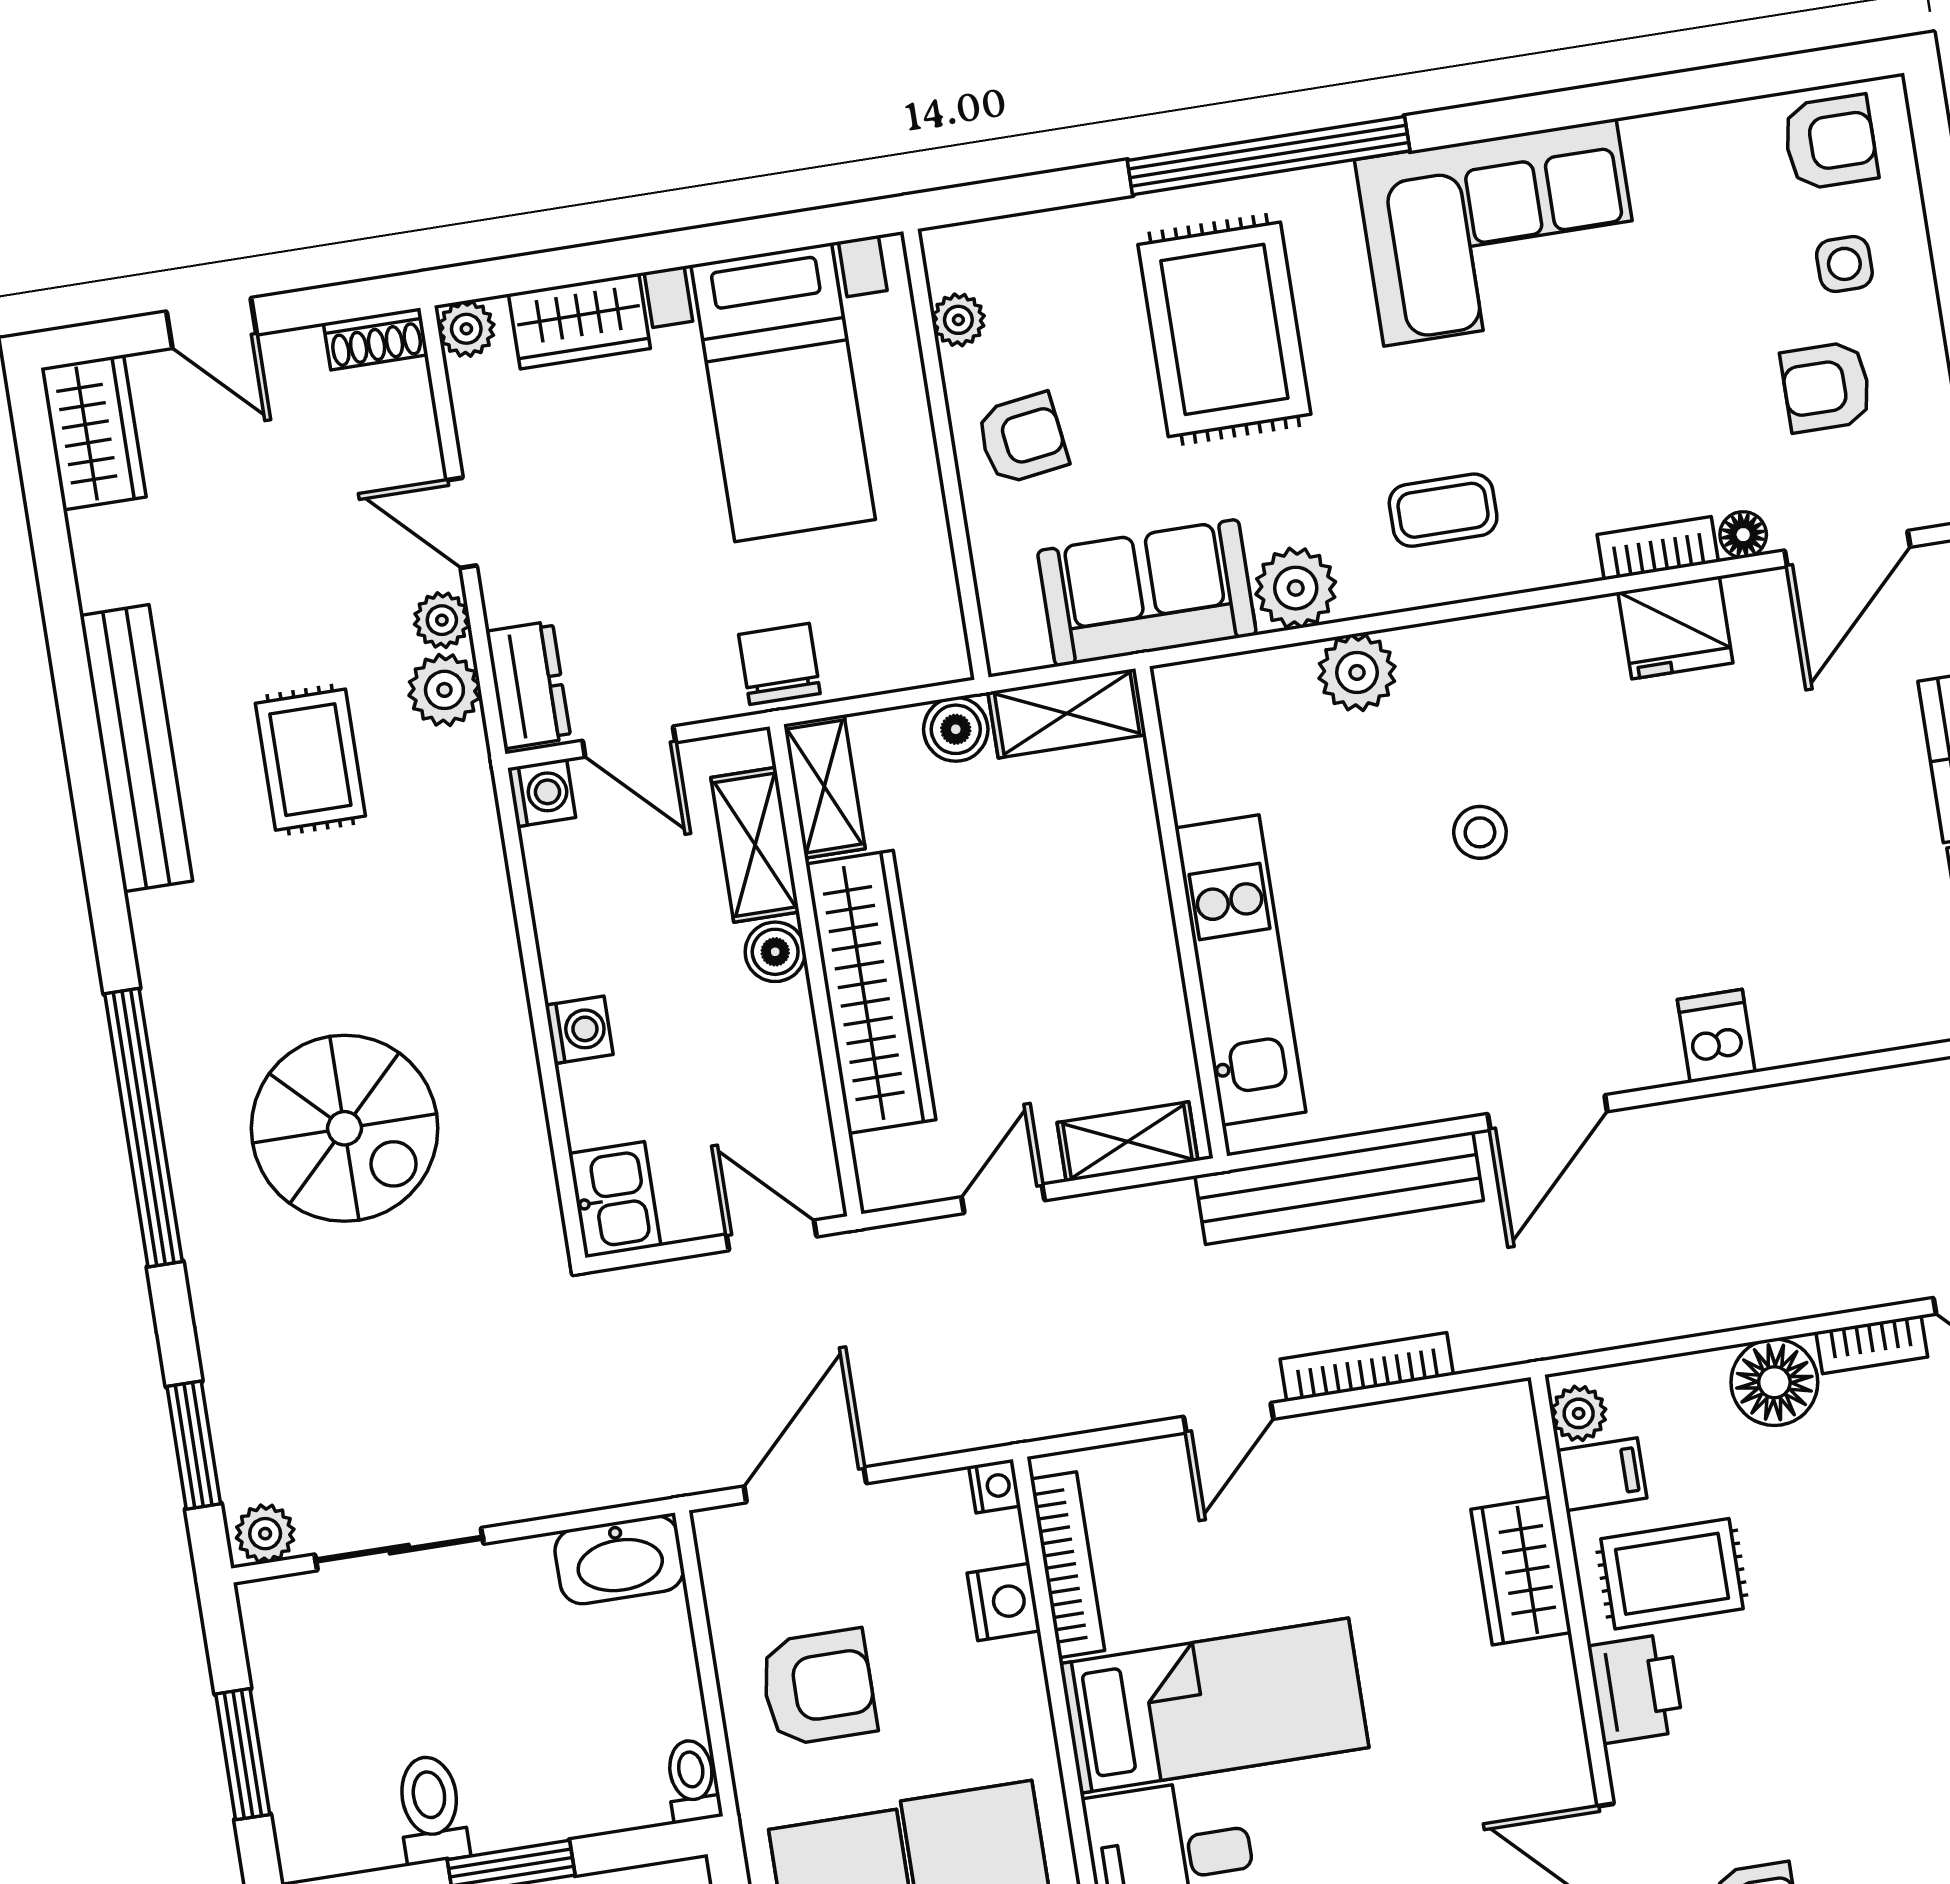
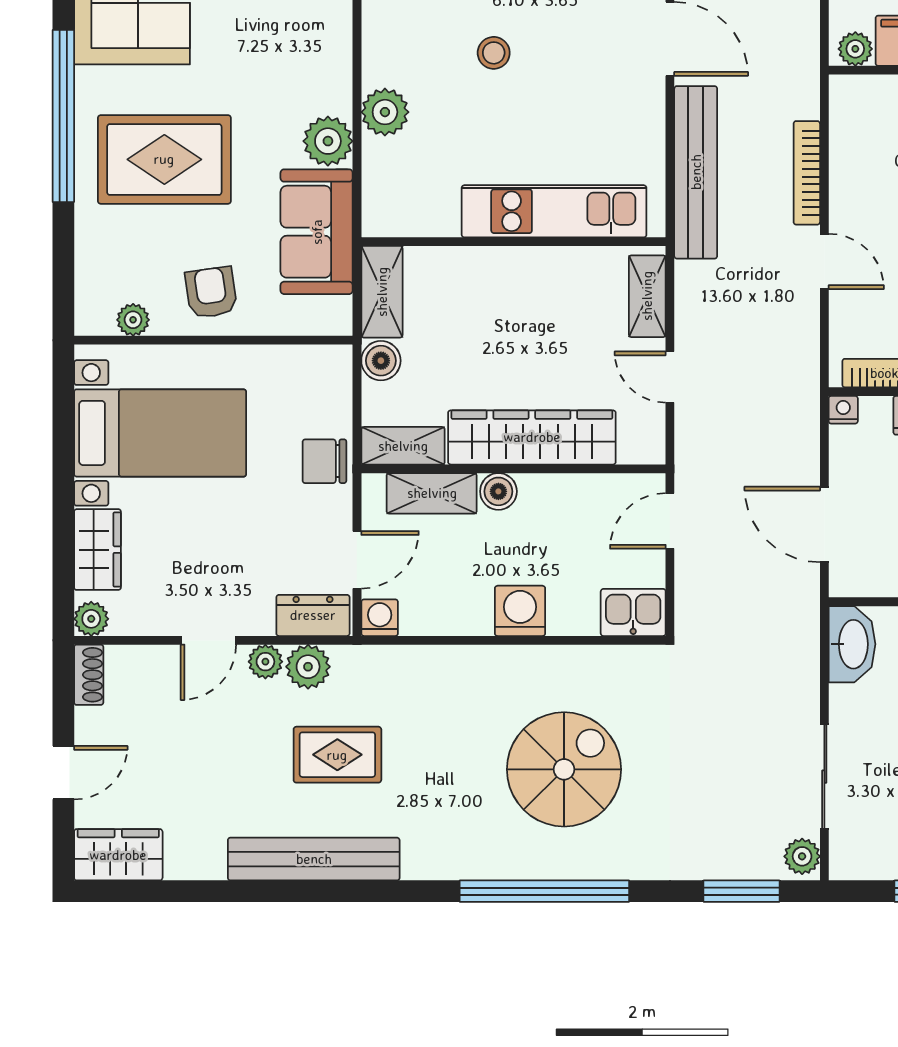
coffee table: (1443, 510) -> (295, 44), removed
washing machine: (579, 1030) -> (520, 611), width x1.38, depth x1.38

